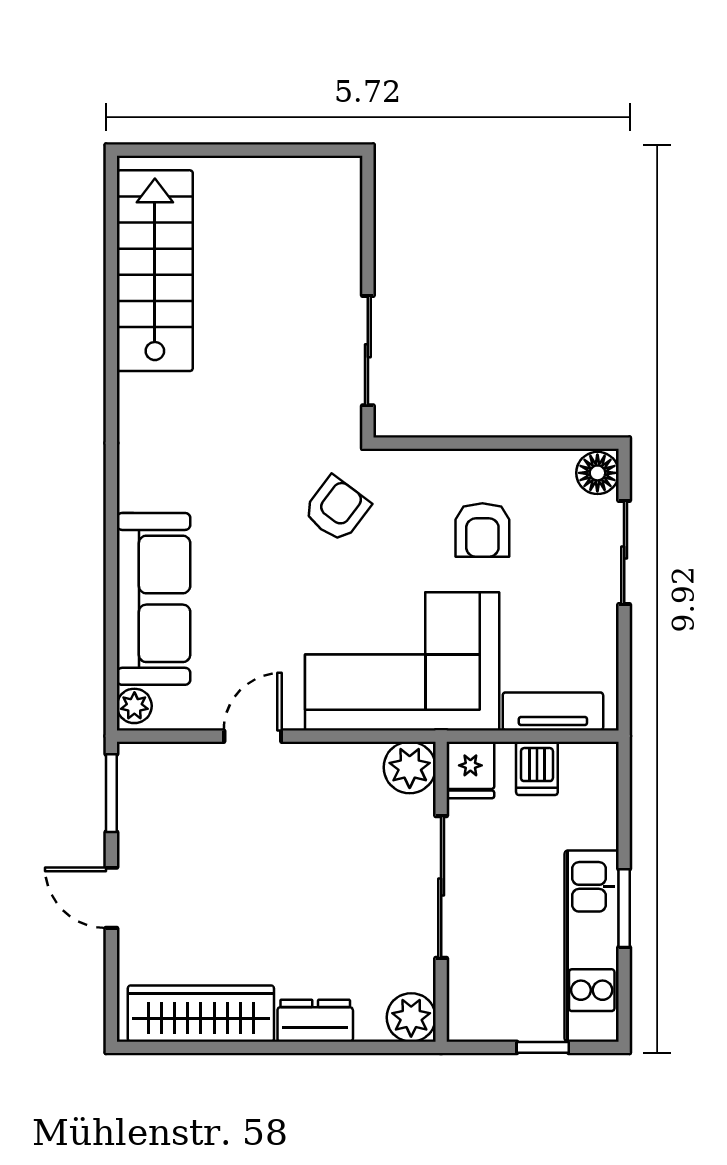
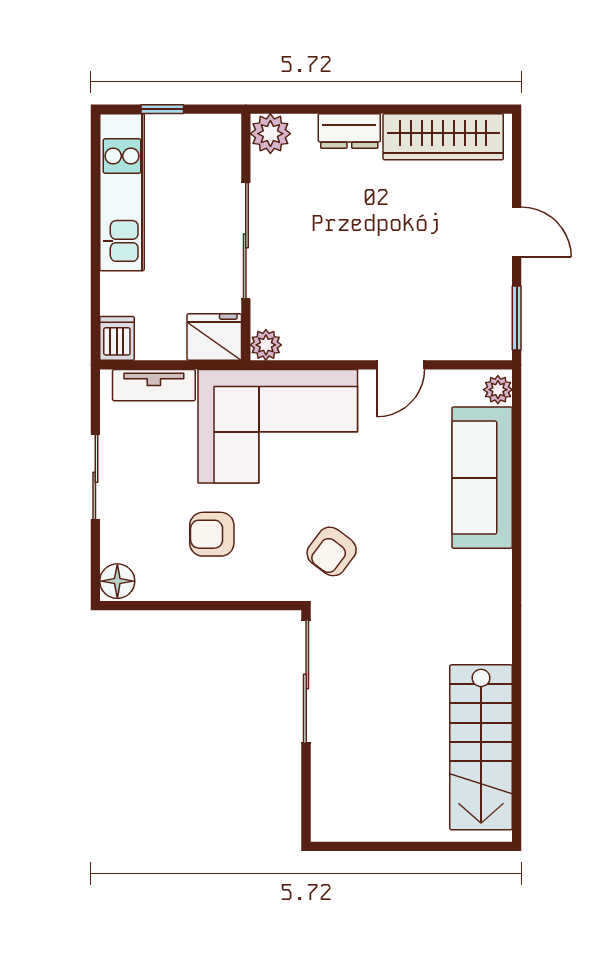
sliding door: (368, 351) -> (306, 682), width x1.37
armchair: (482, 530) -> (212, 534), turned -90
sliding door: (624, 553) -> (95, 477), moved
plant: (410, 767) -> (266, 345), width x0.73, depth x0.73
dishwasher: (537, 768) -> (117, 338), moved
fridge: (470, 770) -> (214, 337), width x1.38
window: (624, 908) -> (95, 223), removed

